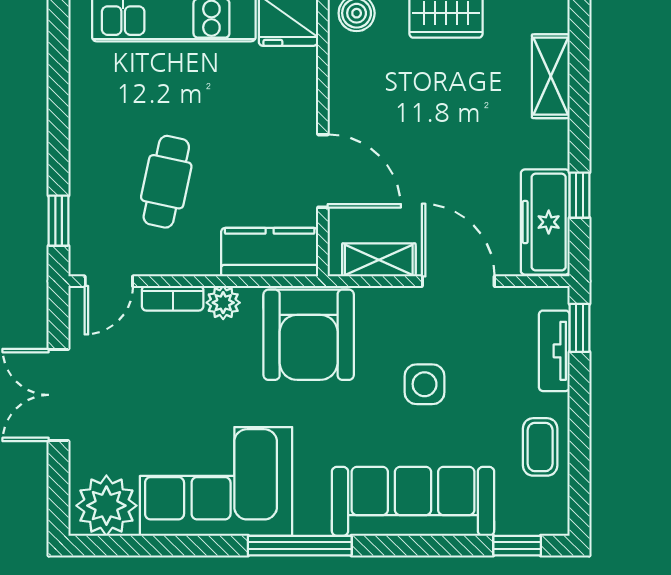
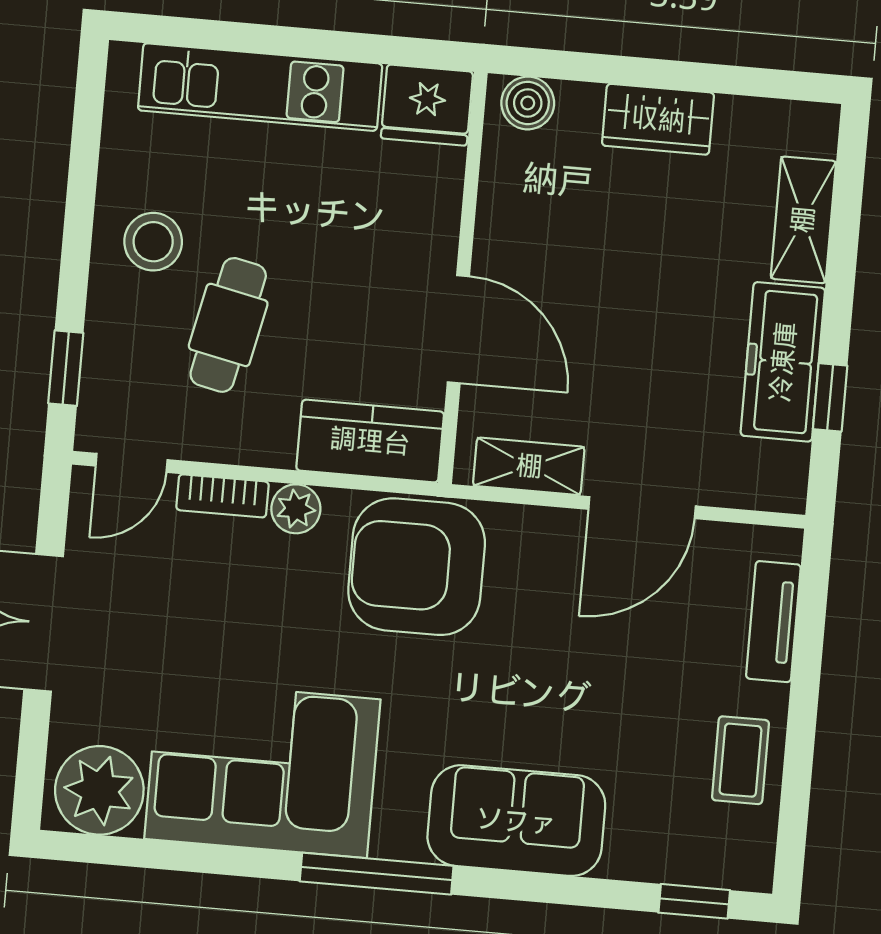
stool: (110, 130) -> (153, 242), added
freezer: (545, 222) -> (783, 362), moved
door: (458, 281) -> (642, 508), swing flipped
window: (579, 328) -> (813, 591), removed
armchair: (309, 335) -> (417, 567), turned 90
side table: (425, 384) -> (580, 654), removed
sofa: (413, 501) -> (516, 821), width x0.73

